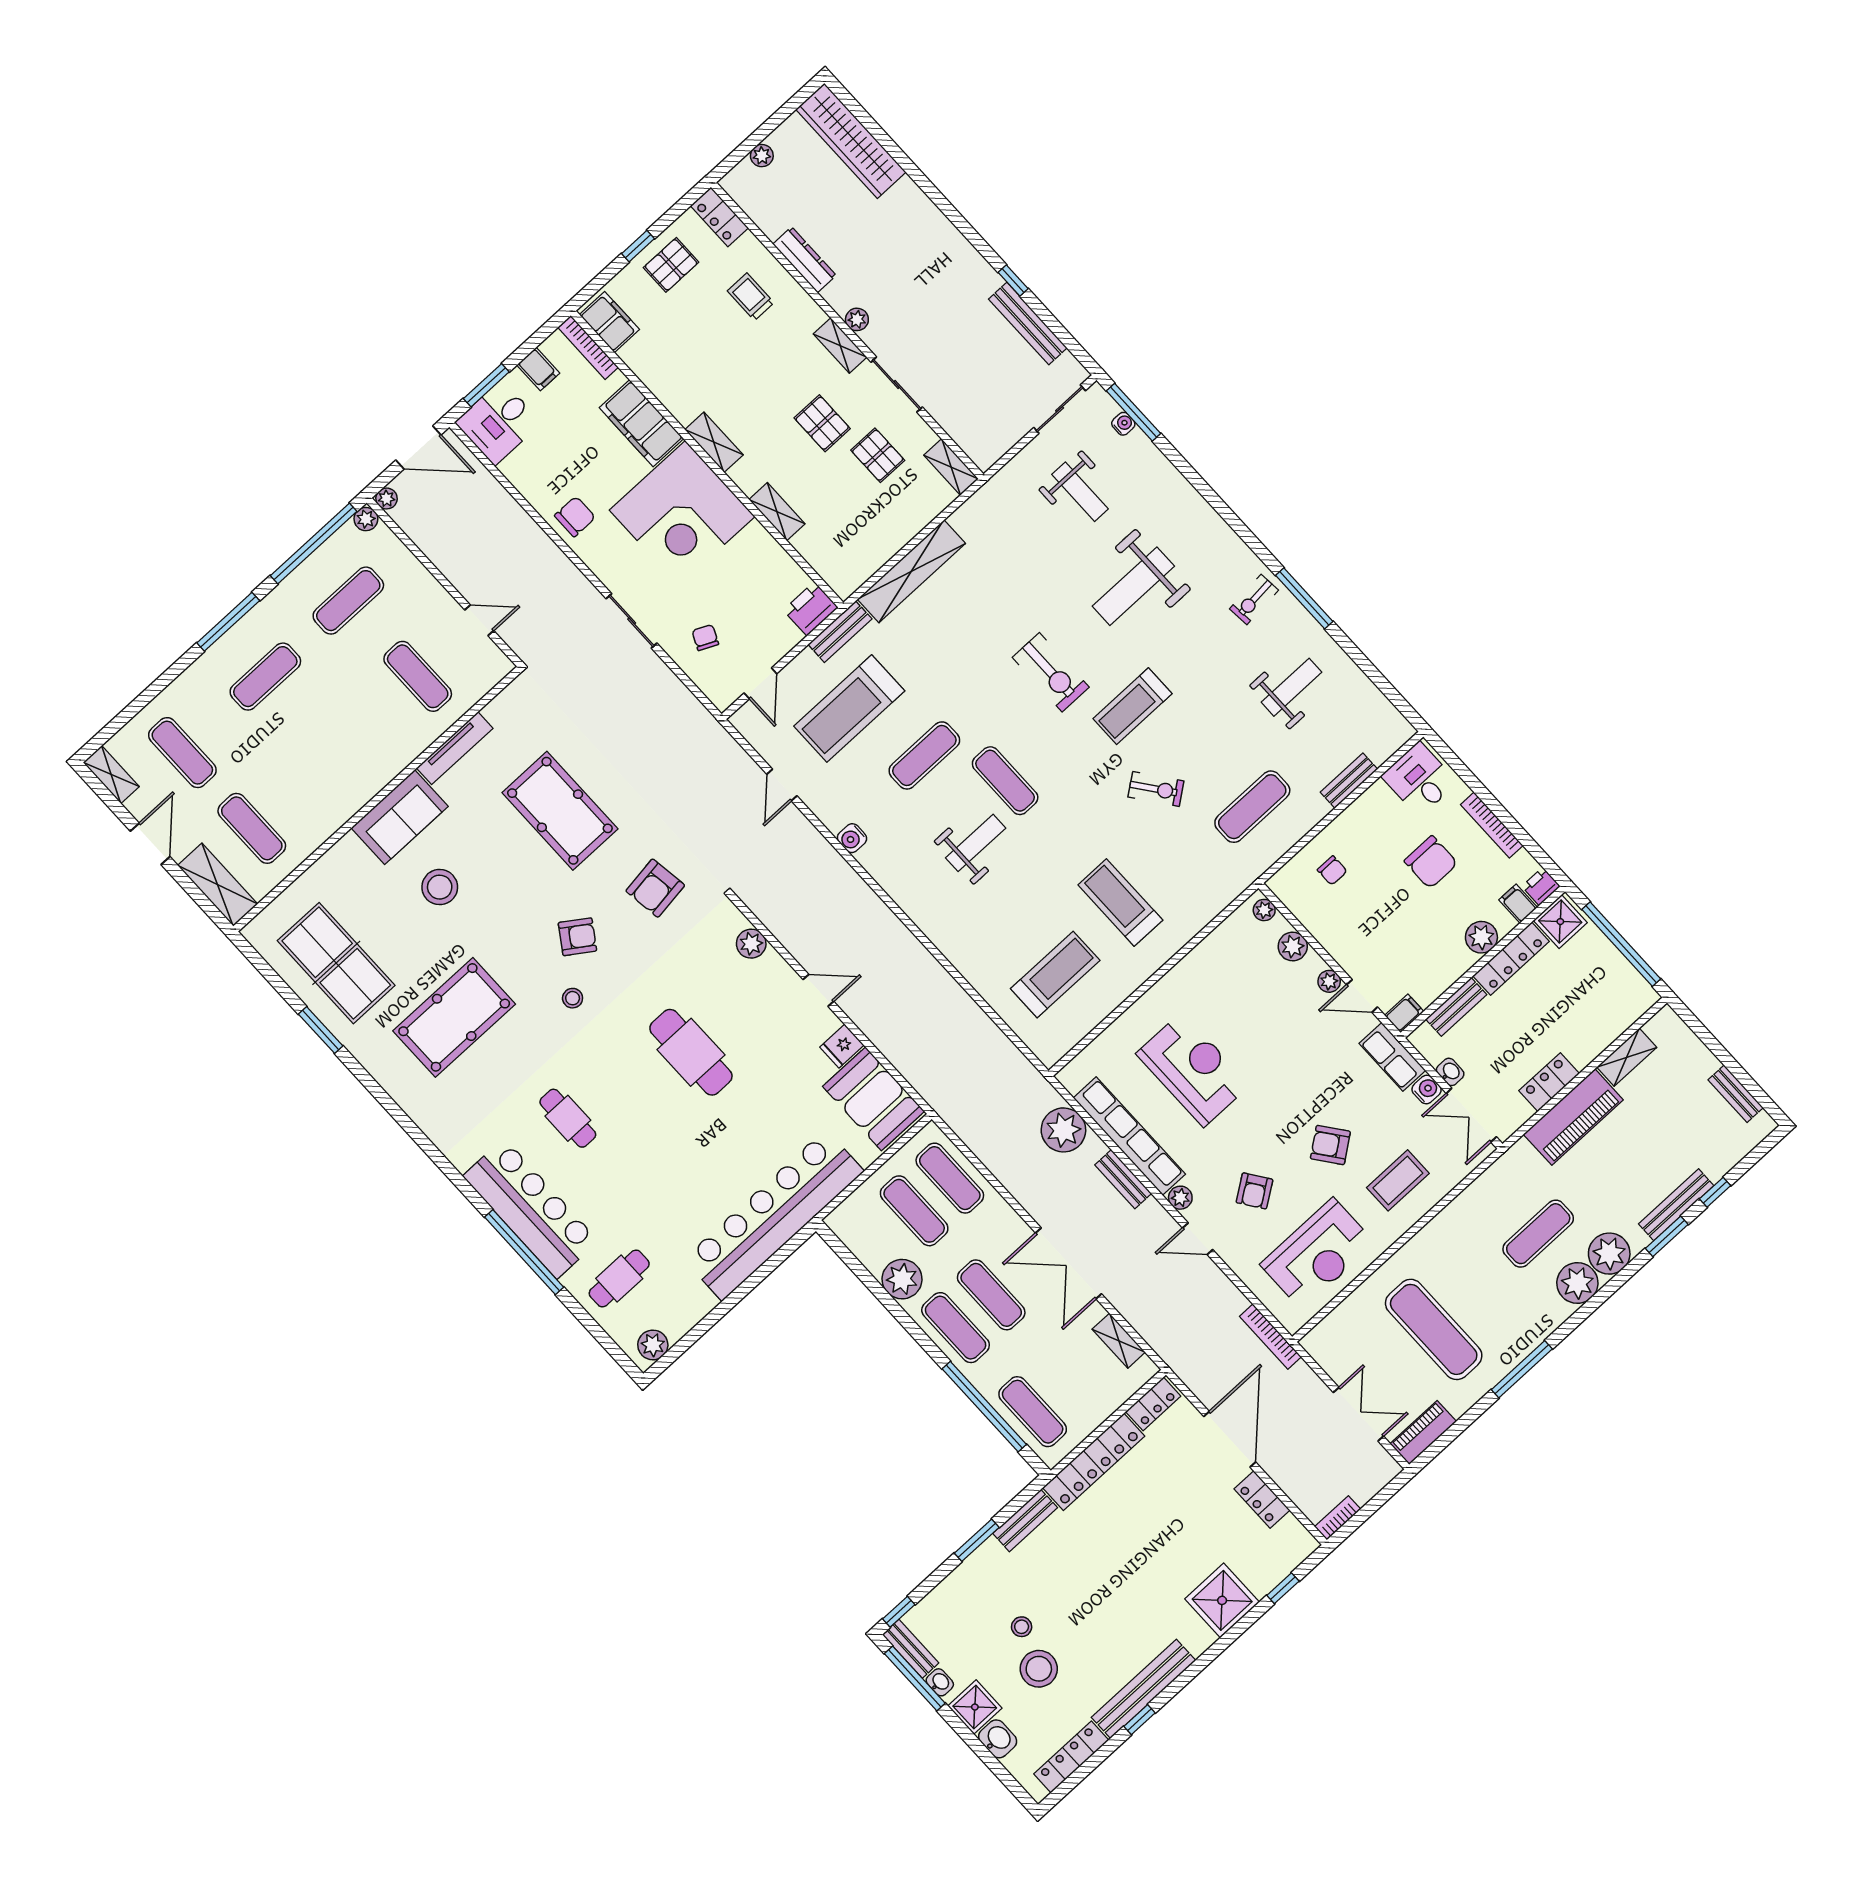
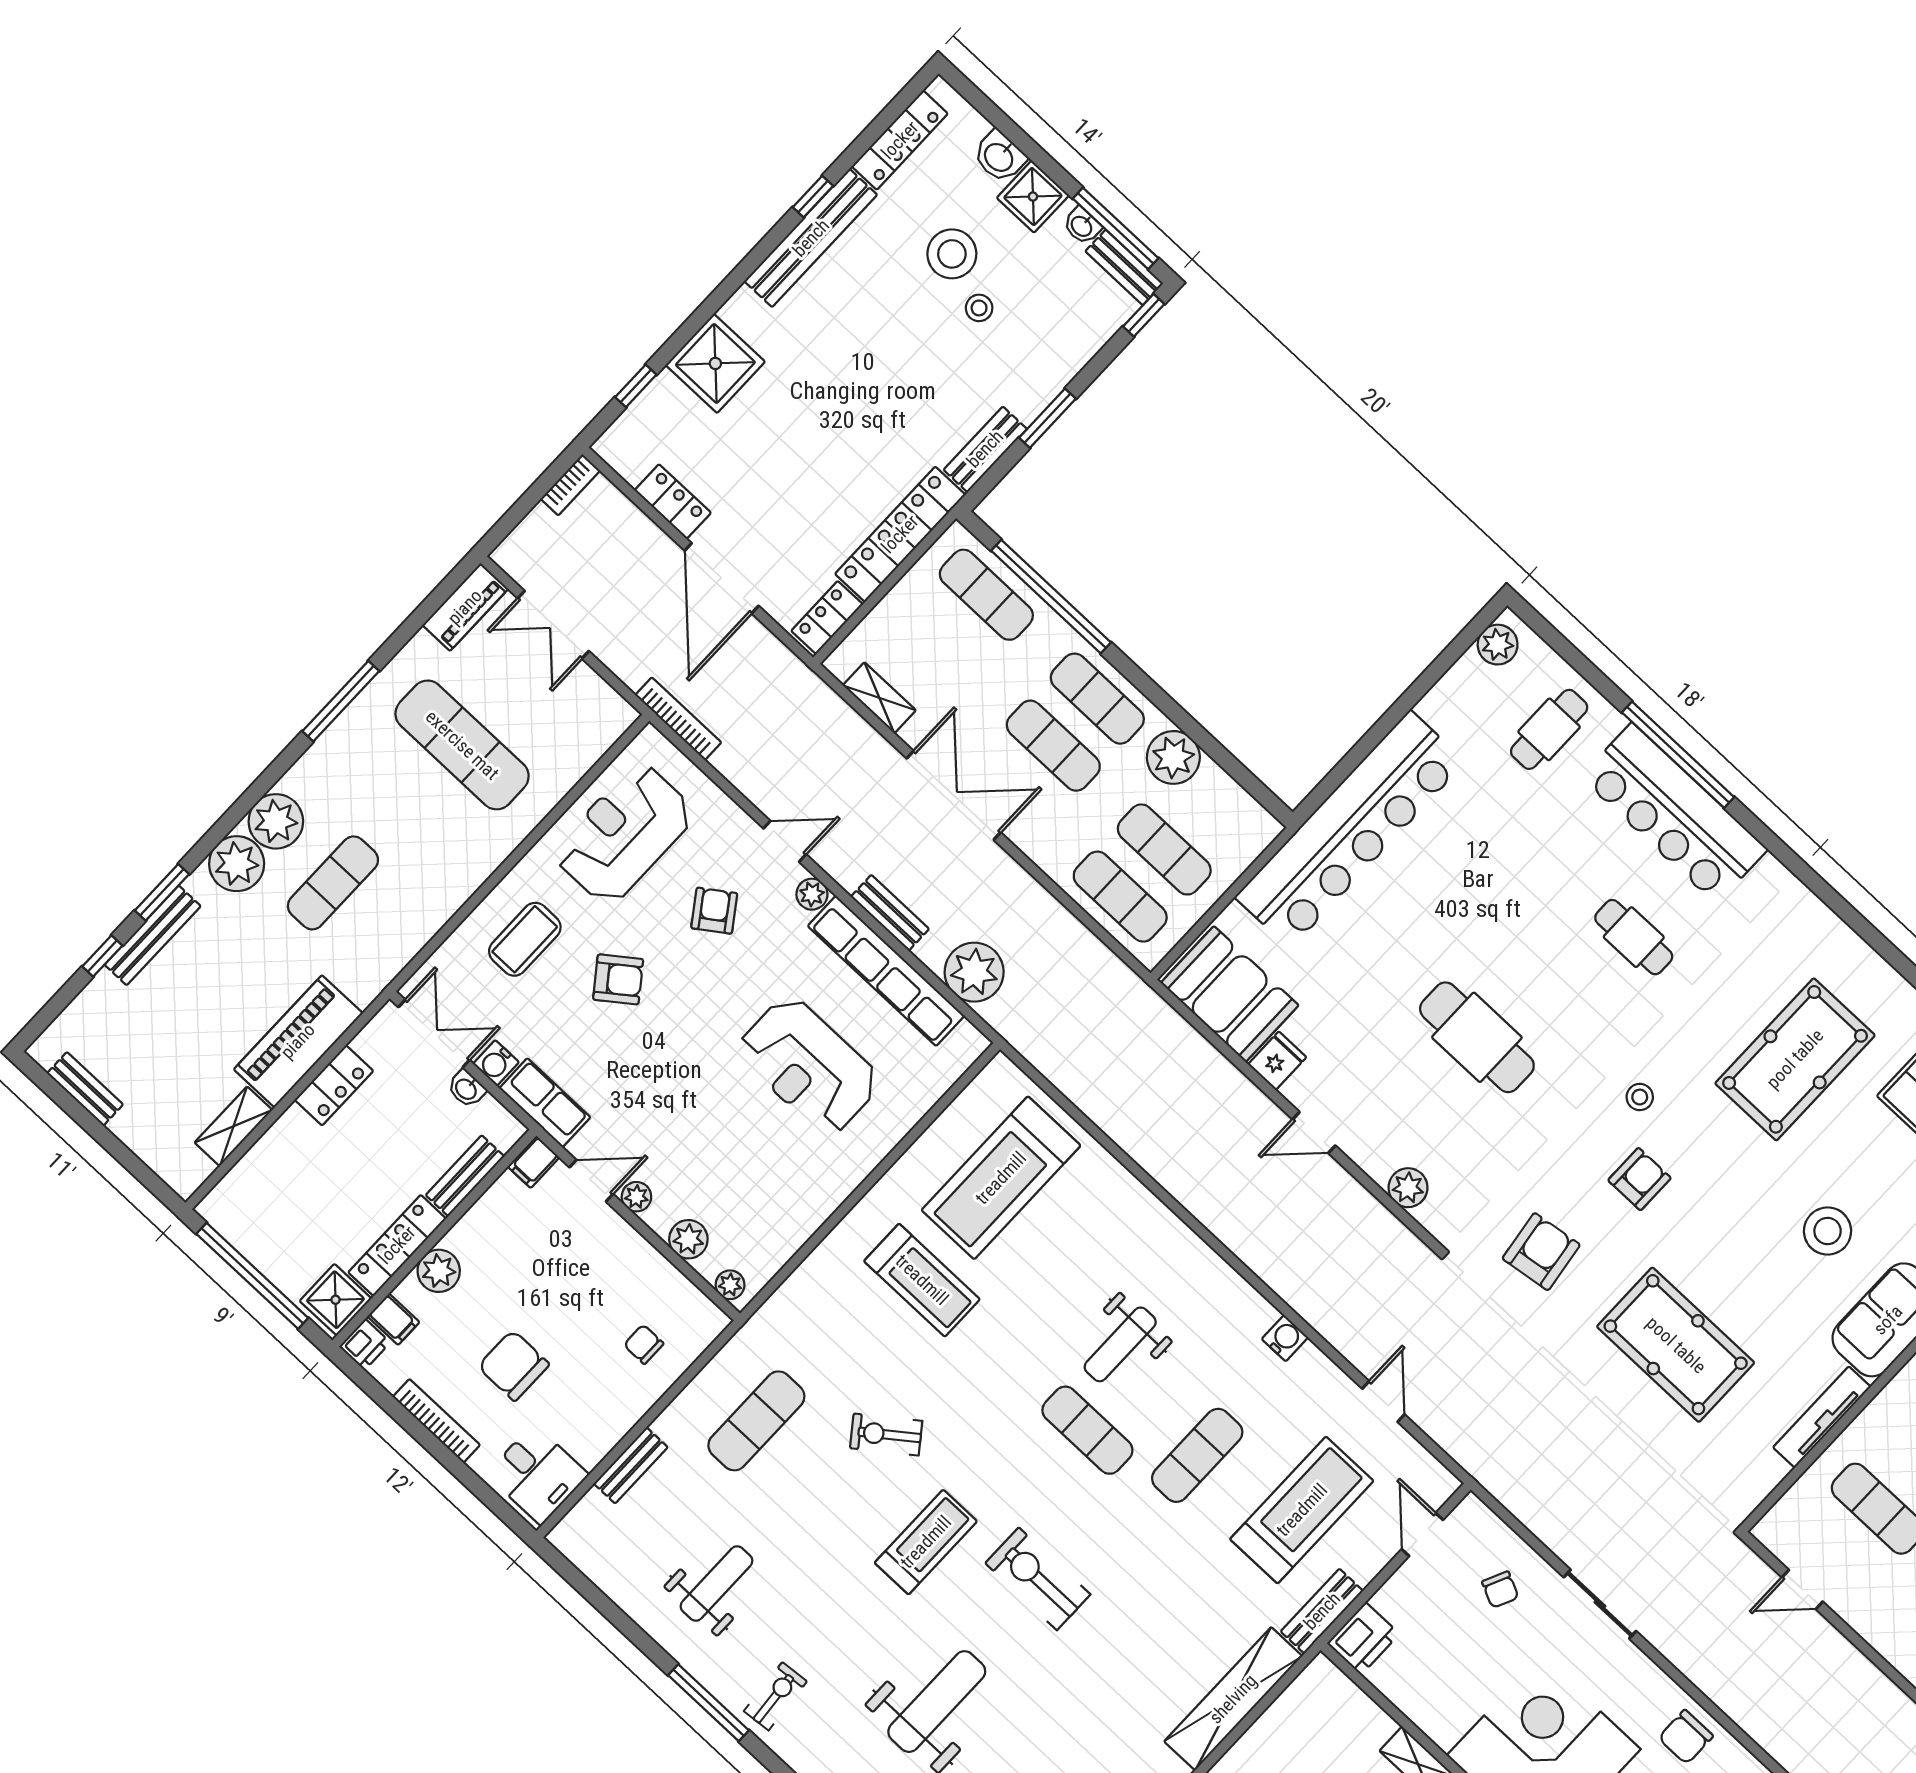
weight bench: (1292, 687) -> (716, 1583), turned 180
armchair: (577, 937) -> (1639, 1179), turned 146
treadmill: (1055, 974) -> (1001, 1178), width x1.37, depth x1.38

